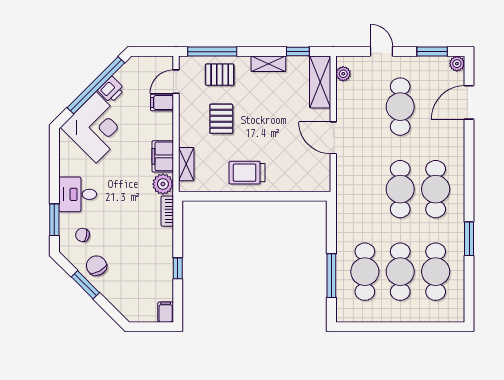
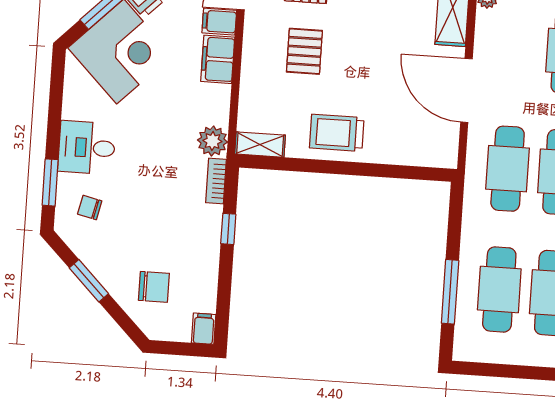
door: (333, 138) -> (466, 90), width x1.36
filing cabinet: (163, 156) -> (218, 59), moved
shelving: (186, 164) -> (260, 145), moved, turned 90
cafe table: (365, 189) -> (508, 169), added
chair: (96, 266) -> (154, 287), moved, turned 118
window: (178, 268) -> (228, 229), moved

